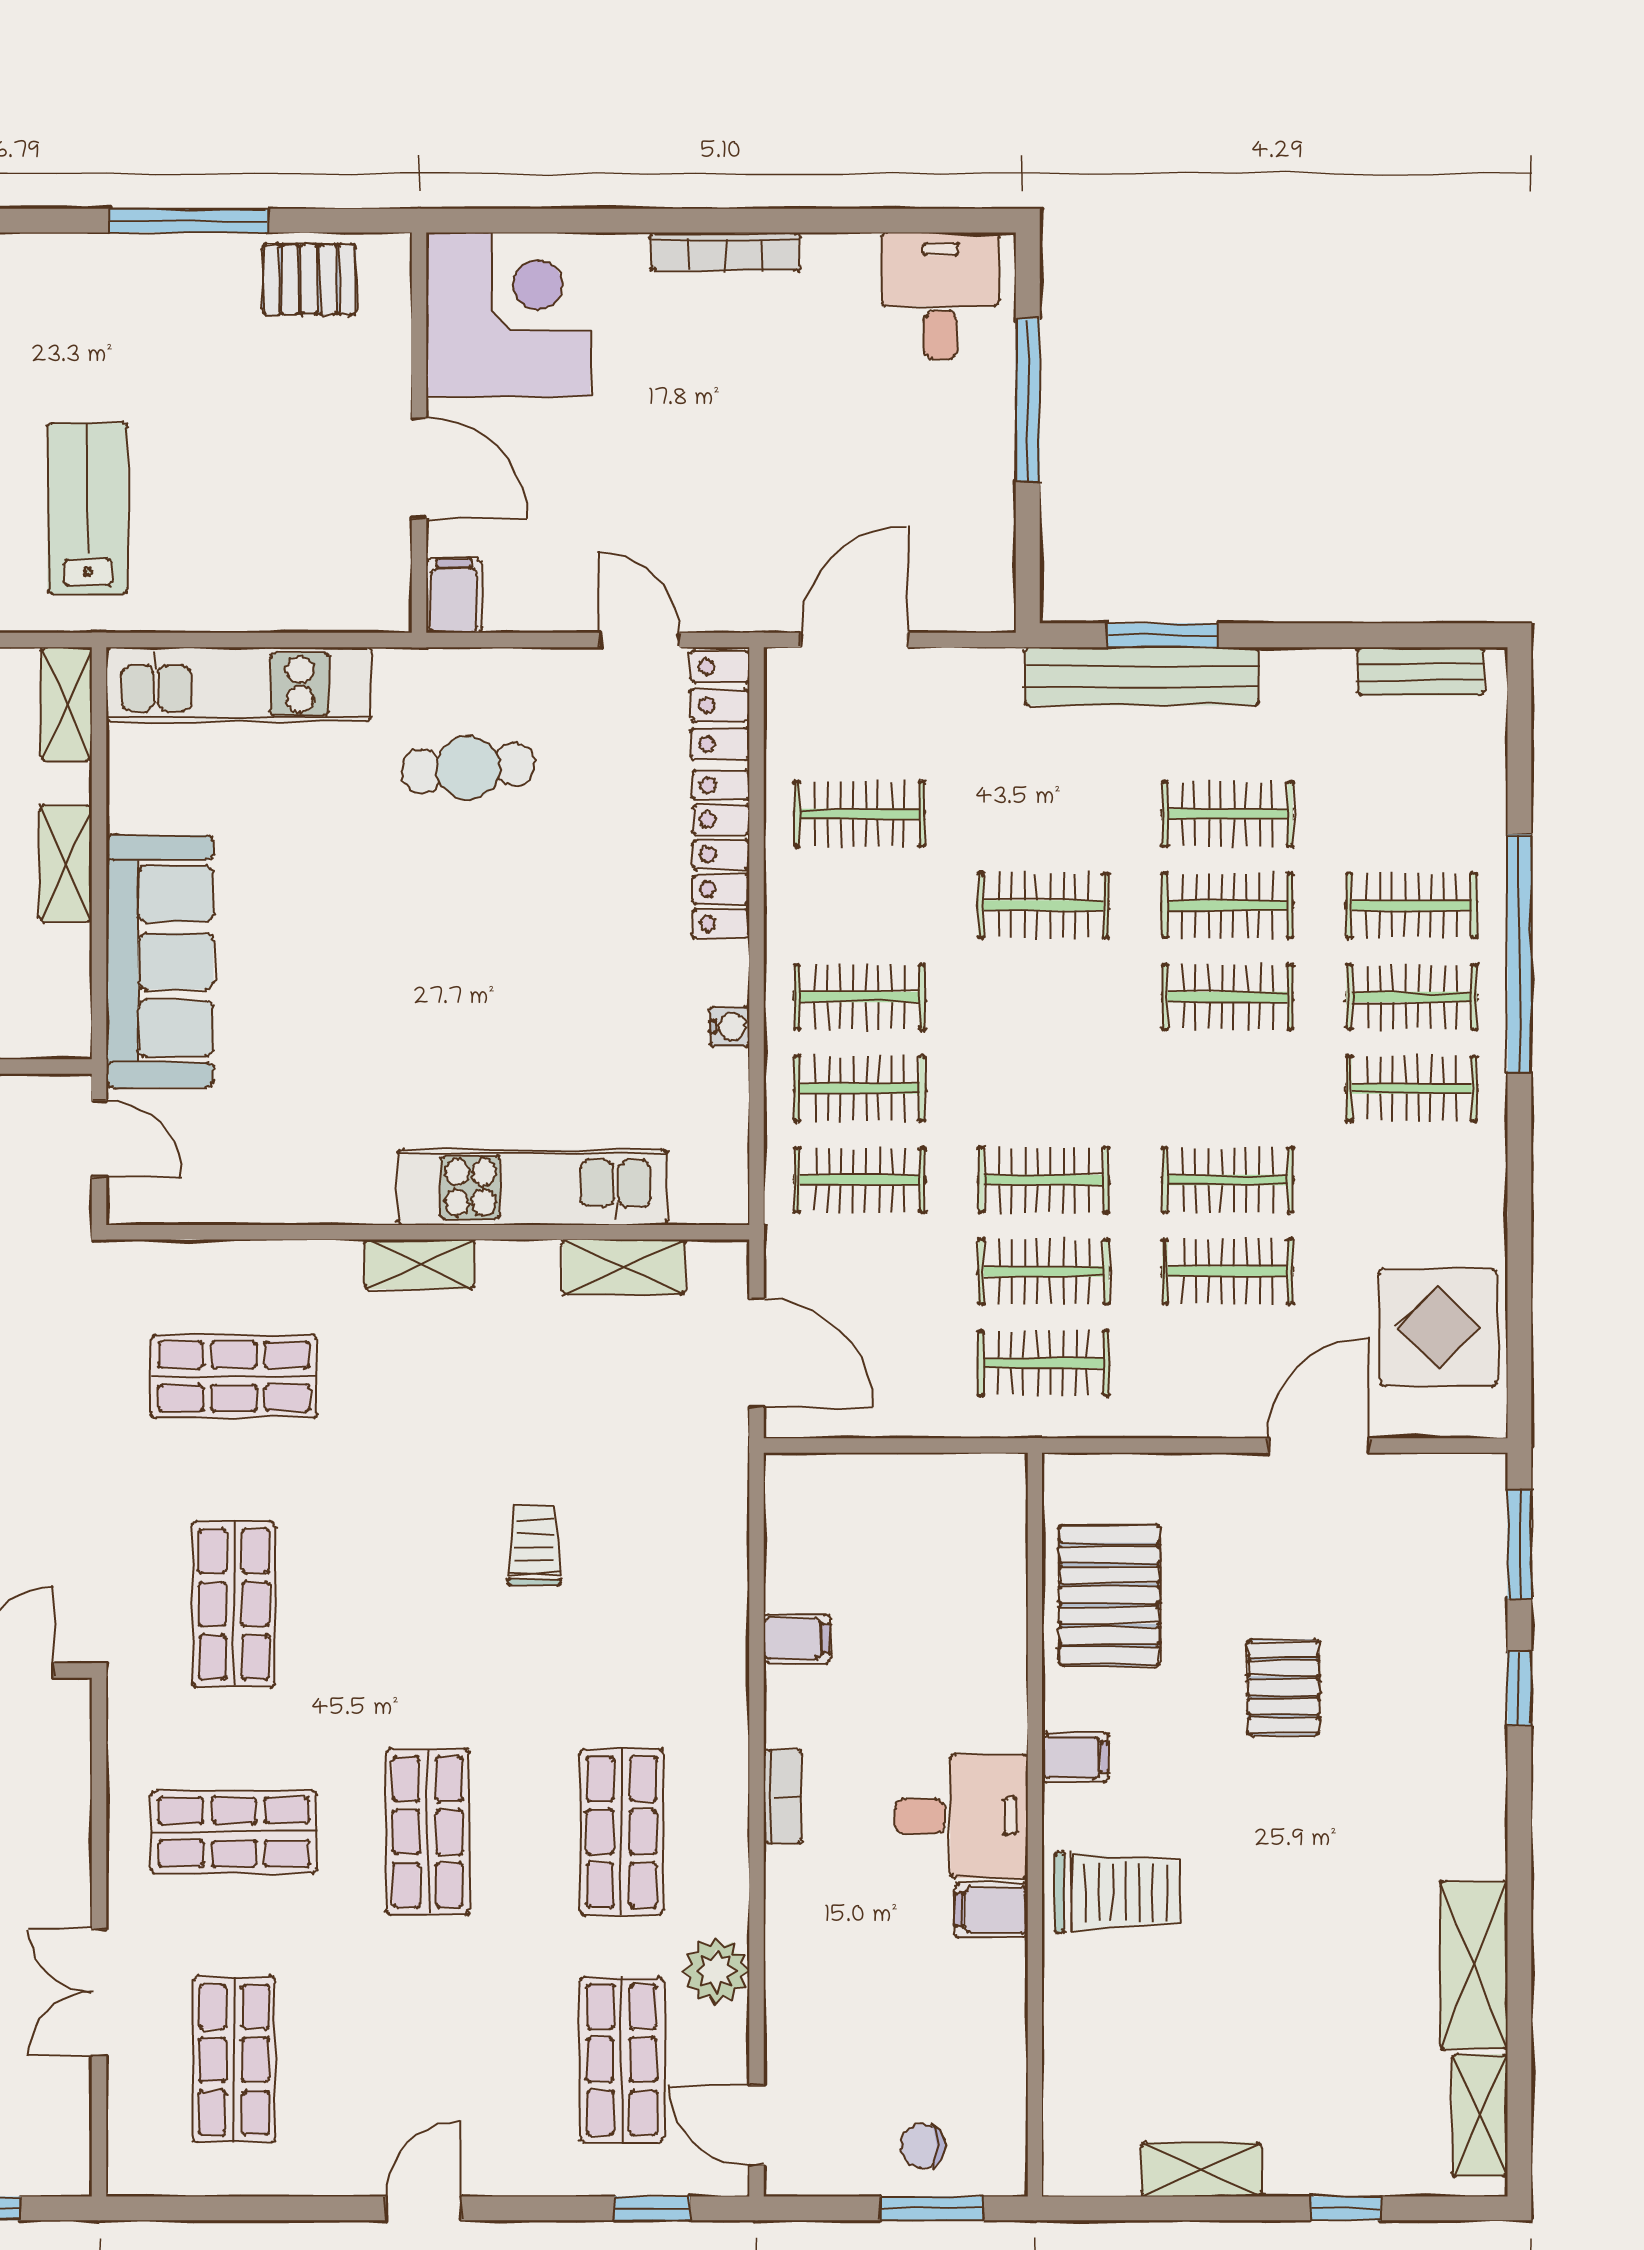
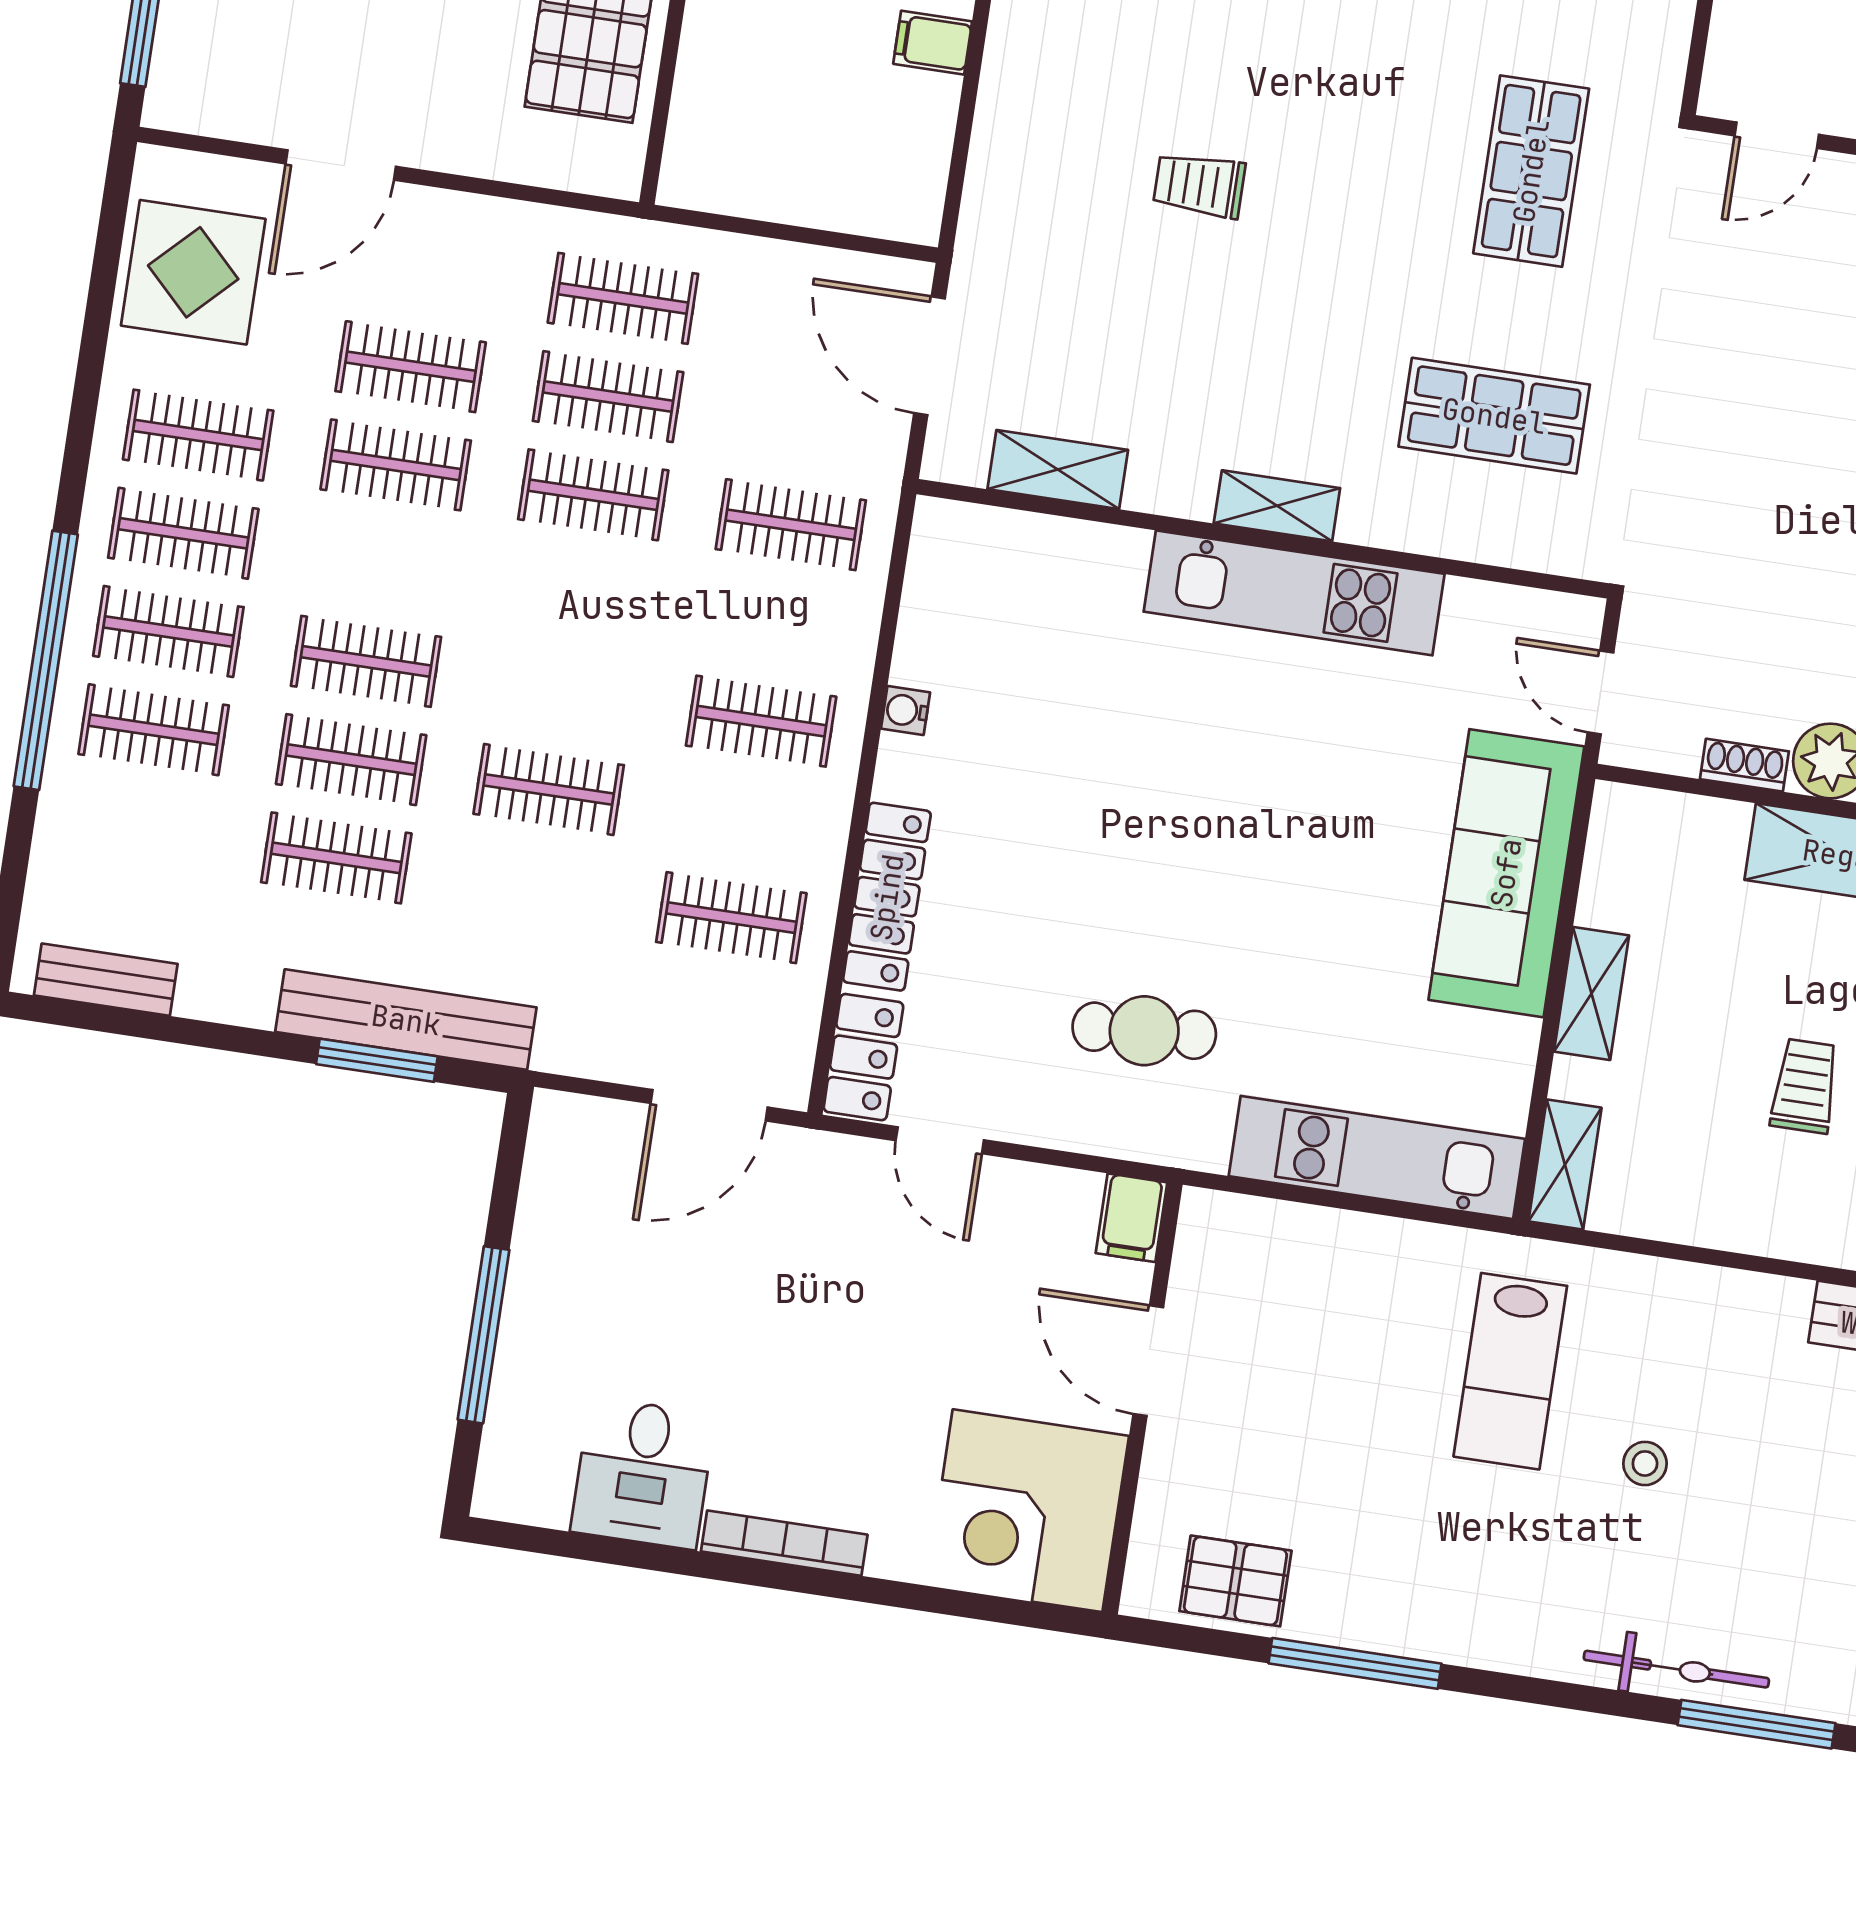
desk: (941, 296) -> (643, 1473), moved
clothes rail: (860, 1089) -> (198, 435), moved
kitchen unit: (532, 1187) -> (1294, 593), moved
trolley: (534, 1546) -> (1199, 185), turned 90

